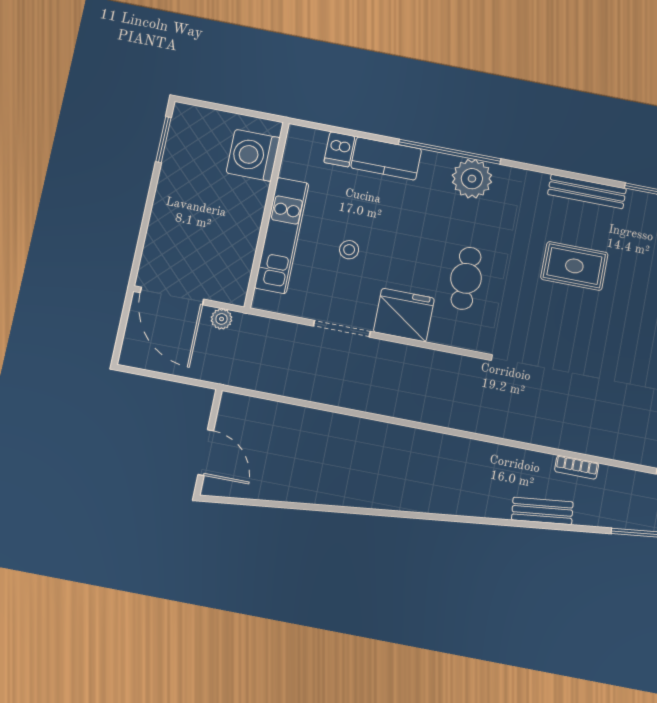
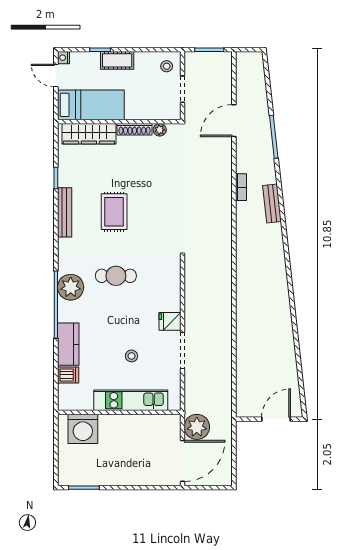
cafe table: (466, 278) -> (116, 276), moved
fridge: (404, 315) -> (170, 321), width x0.53, depth x0.75
plant: (222, 319) -> (197, 427), width x1.87, depth x1.87

